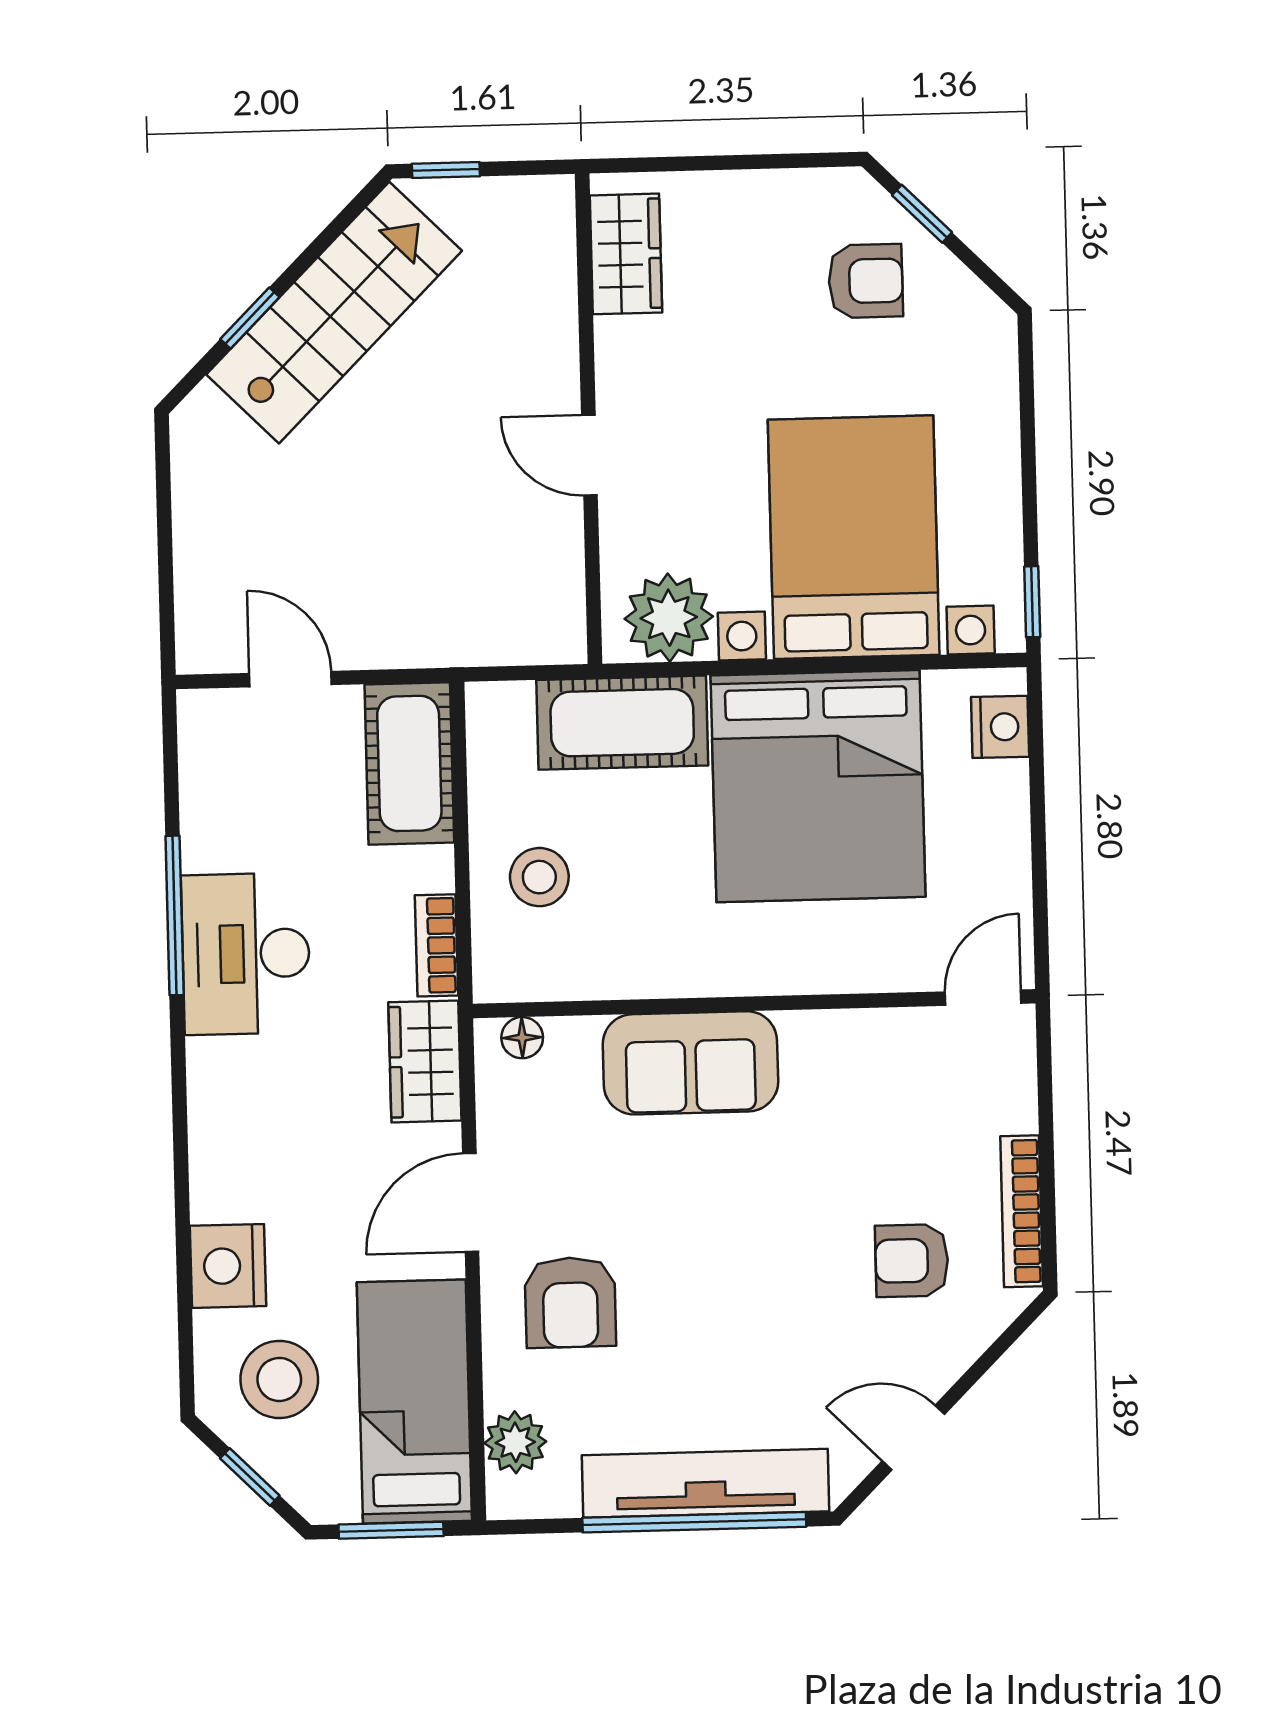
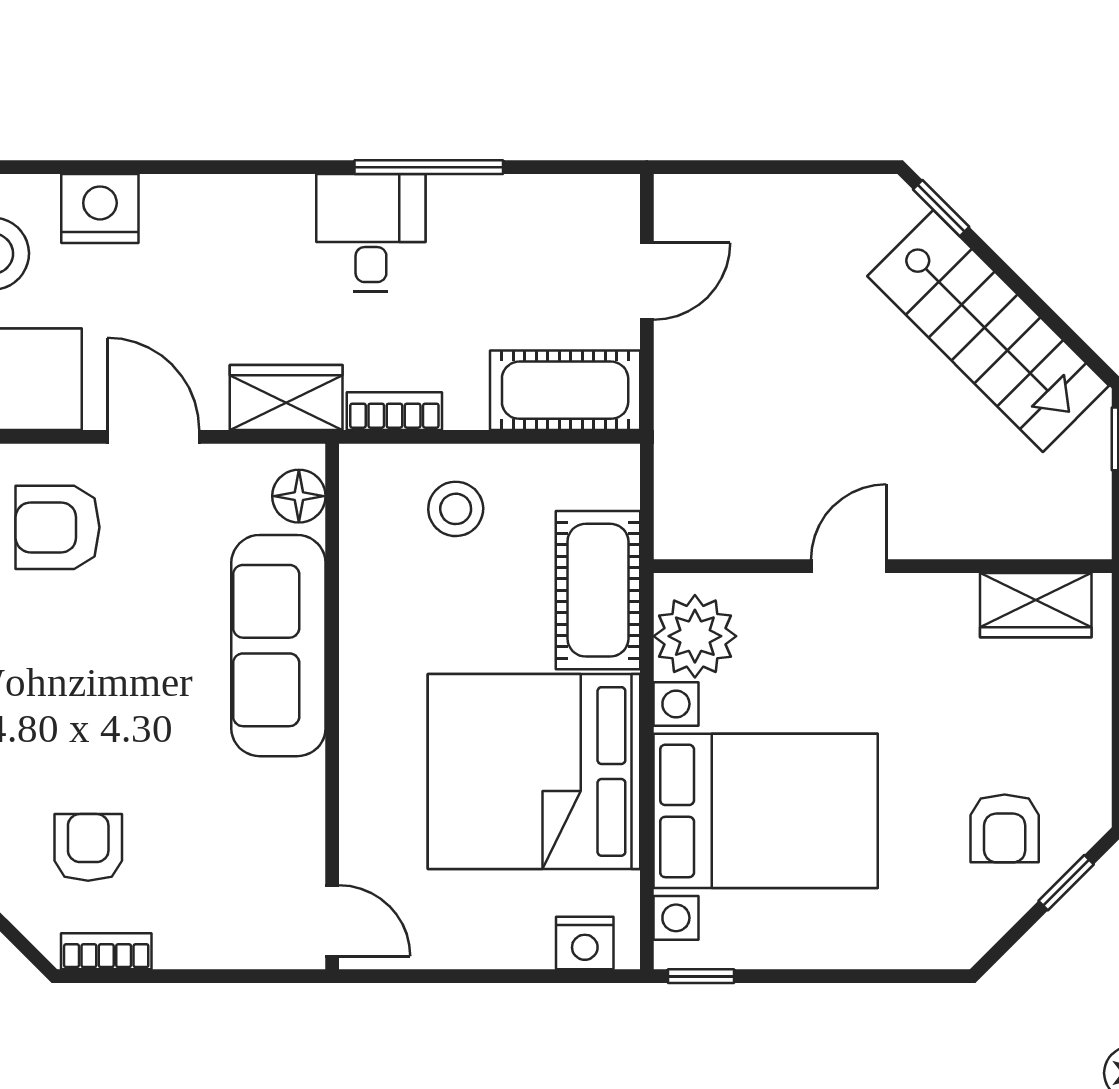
window: (250, 318) -> (941, 208), moved
desk: (246, 954) -> (371, 233), width x0.73
floor lamp: (522, 1038) -> (299, 496), width x1.37, depth x1.37
sofa: (690, 1063) -> (278, 646), width x1.36
bookcase: (1022, 1211) -> (106, 951), width x0.64

